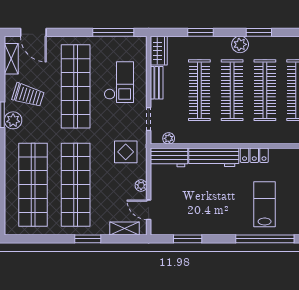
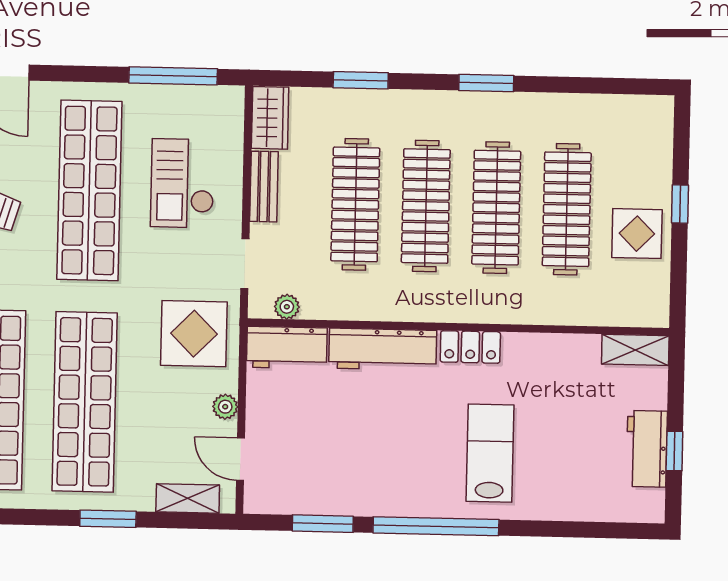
plant: (240, 44) -> (445, 108), removed
checkout: (119, 82) -> (183, 183), turned 180
display table: (126, 152) -> (194, 334), width x1.36, depth x1.36
window: (265, 239) -> (436, 526), moved

